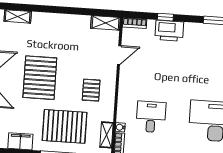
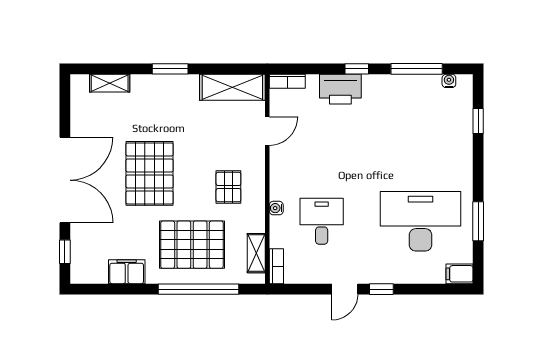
window: (58, 10) -> (170, 69), added
window: (165, 17) -> (357, 69), moved
shelving: (106, 23) -> (232, 87), width x1.50, depth x1.33
water cooler: (120, 127) -> (276, 208), moved

